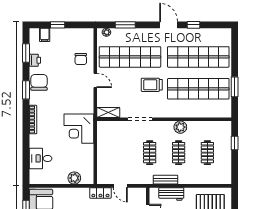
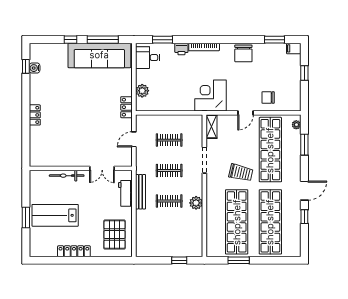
filing cabinet: (45, 35) -> (294, 48), moved
printer: (35, 60) -> (181, 49), moved
chair: (39, 82) -> (243, 53), turned 90
trolley: (152, 85) -> (241, 173), turned 103
window: (26, 90) -> (163, 40), moved
corner desk: (79, 129) -> (211, 96), moved
clothes rail: (207, 153) -> (169, 140), moved
desk: (41, 158) -> (148, 58), moved, turned -90
bench: (165, 180) -> (141, 192), width x1.36
locker: (100, 193) -> (126, 107), moved

